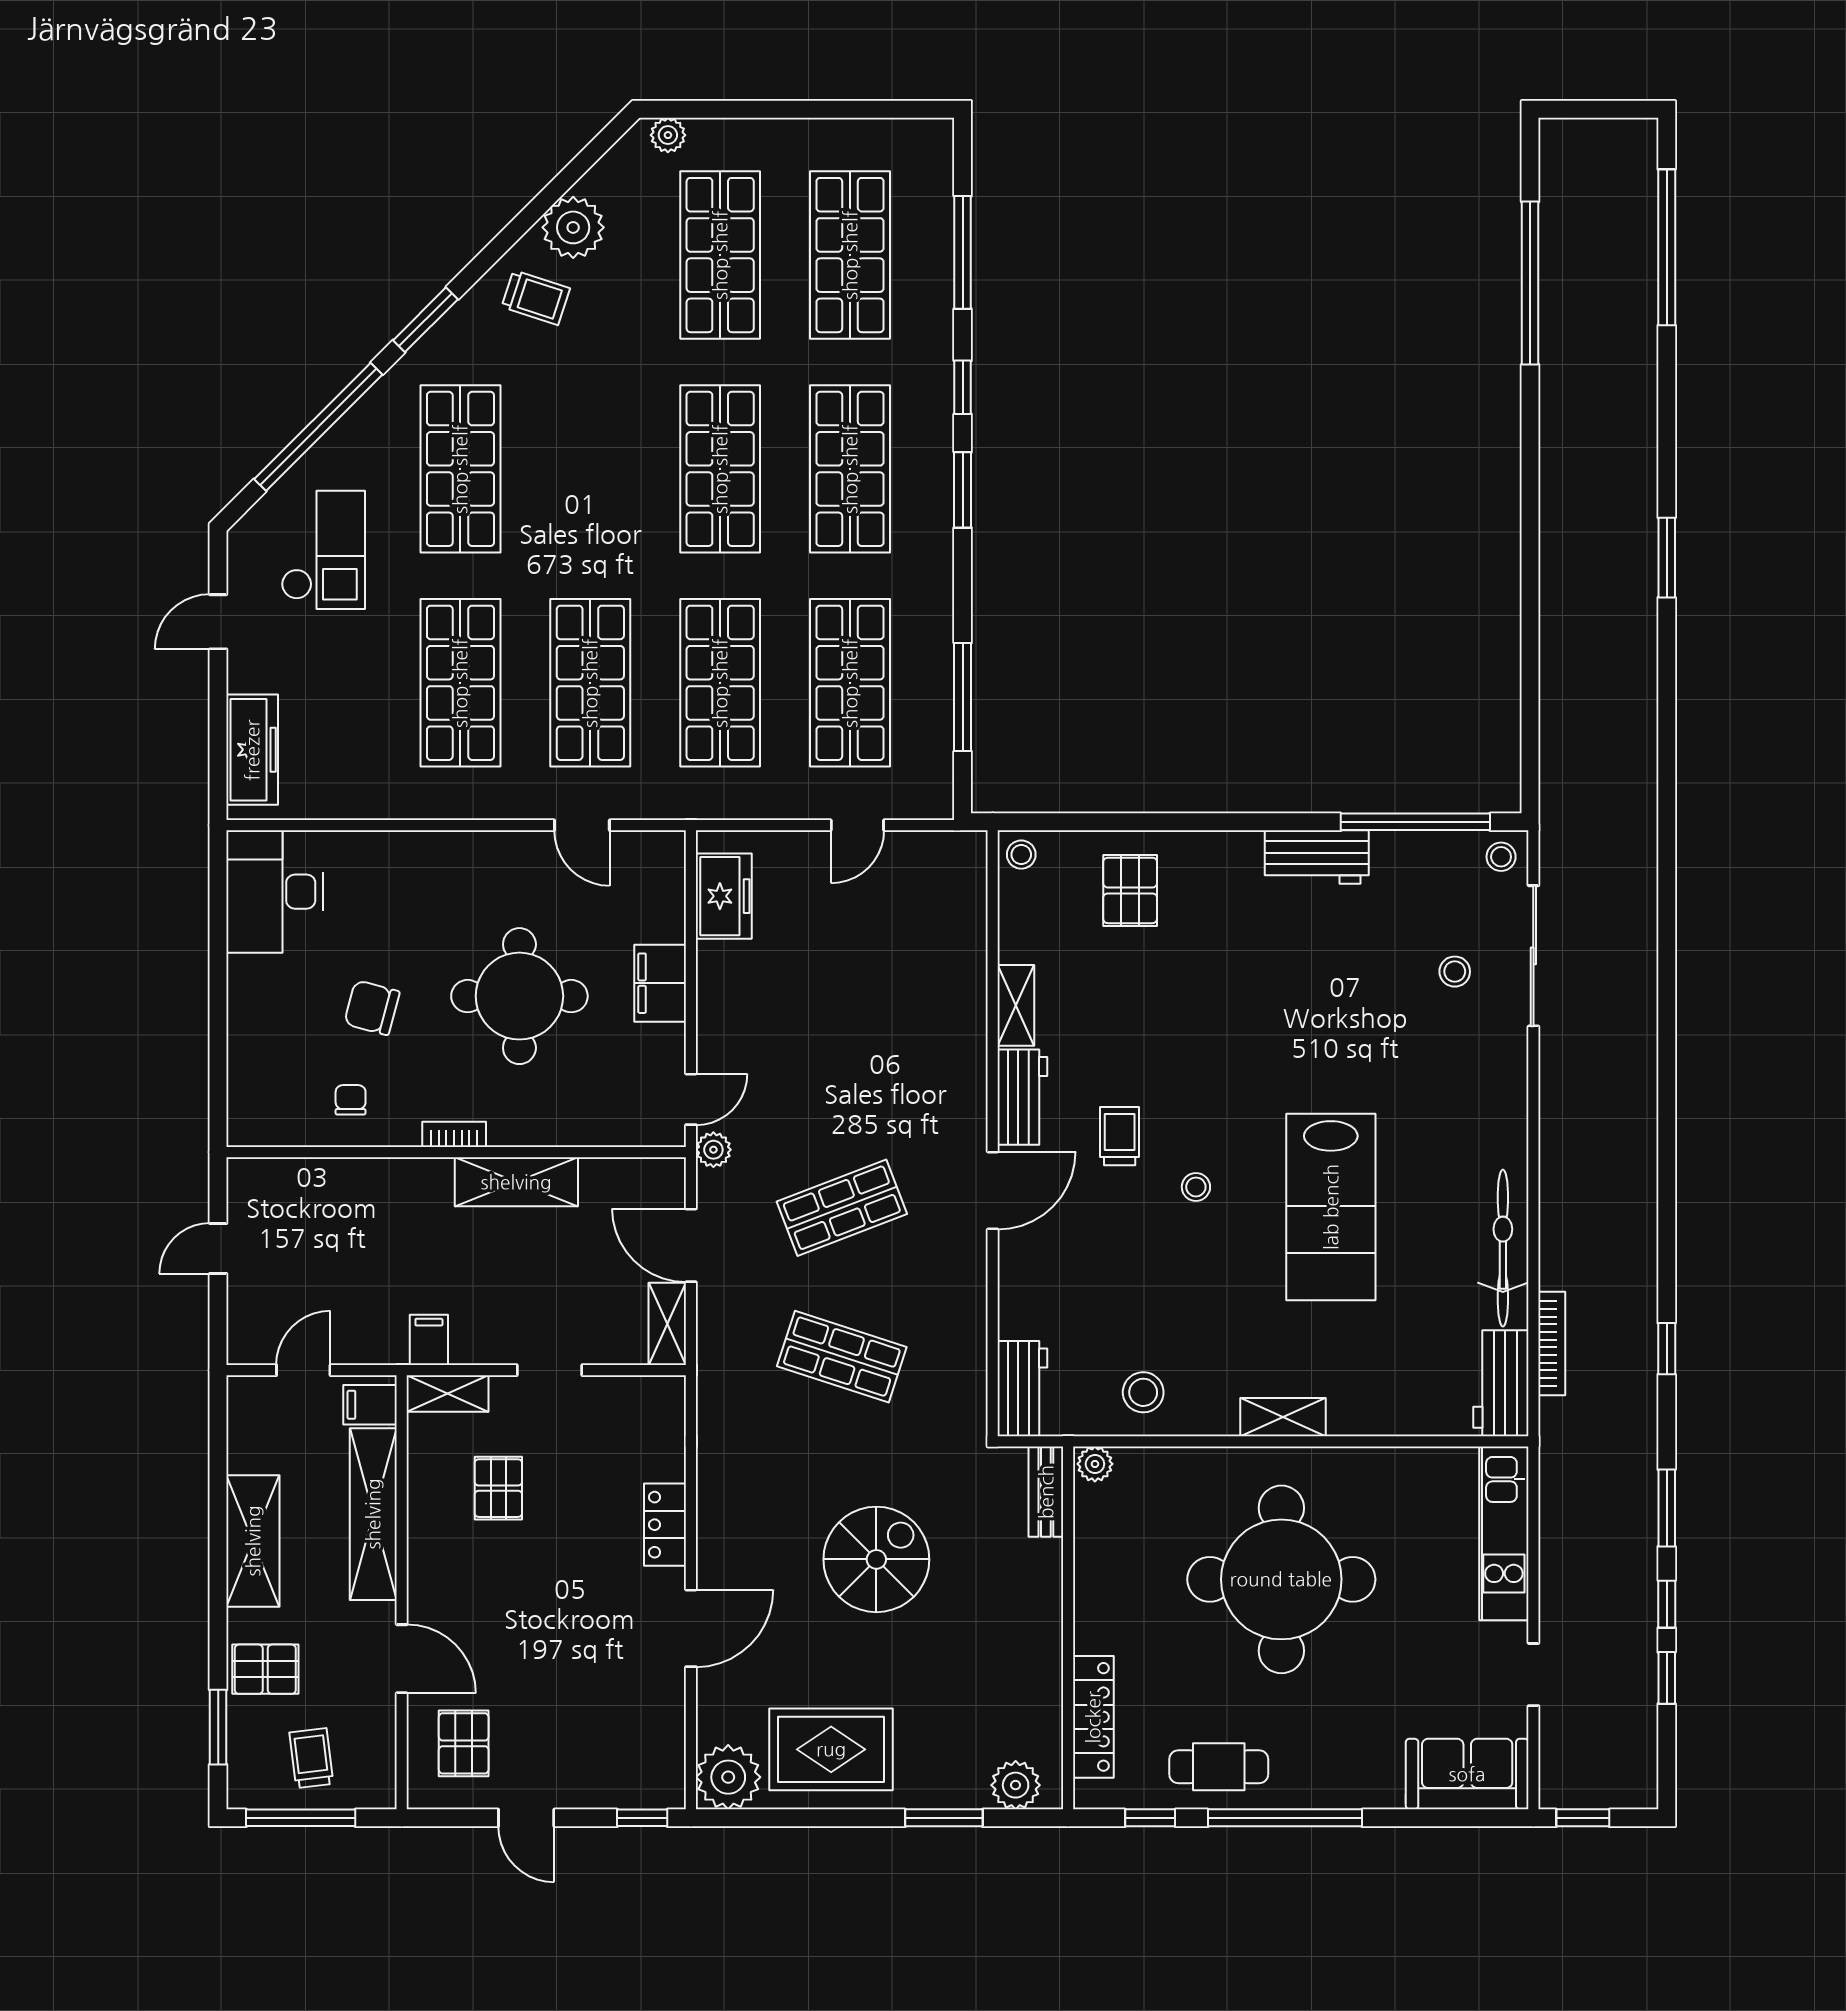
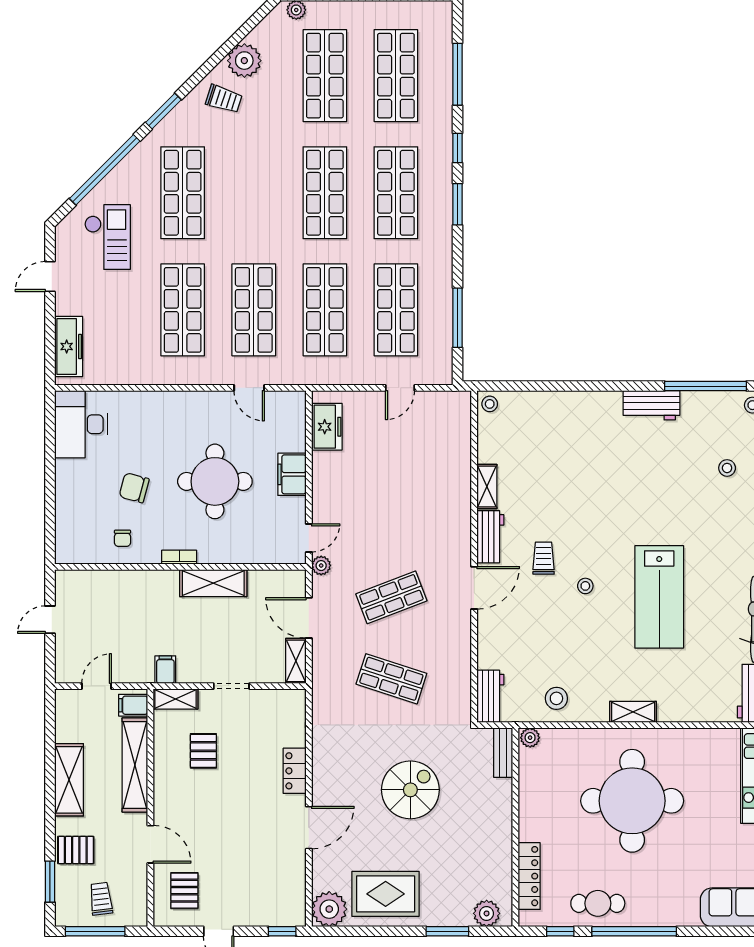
pallet: (1130, 890) -> (549, 424), removed
chair: (351, 1100) -> (122, 538), turned 180

